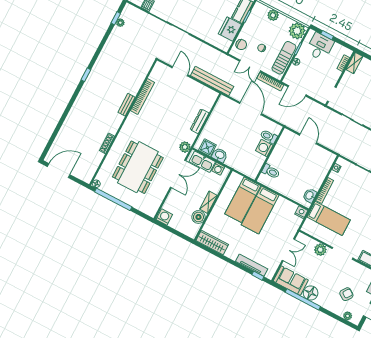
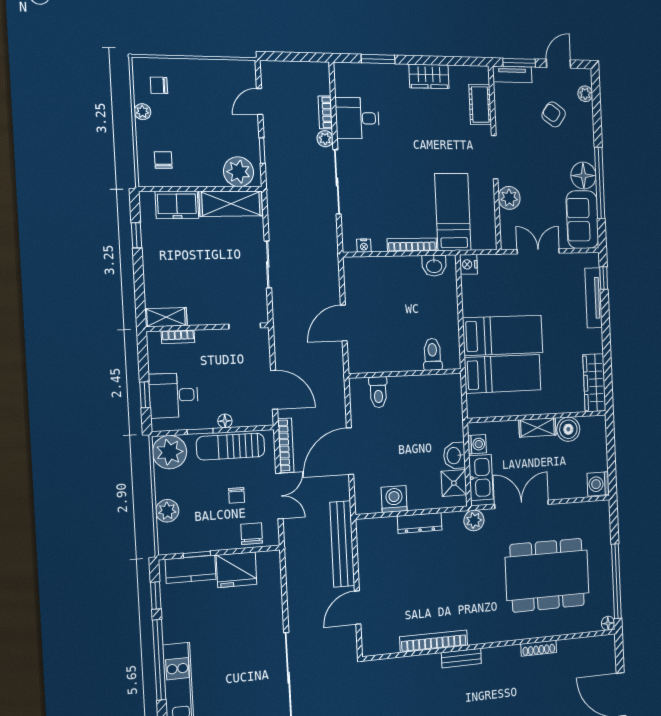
washing machine: (264, 148) -> (394, 499), moved, turned 180

